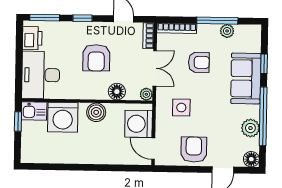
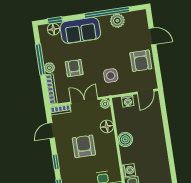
plant: (227, 31) -> (49, 68), moved
armchair: (96, 58) -> (84, 146), turned -90
window: (264, 64) -> (55, 20), moved
washing machine: (63, 117) -> (129, 170), width x0.53, depth x0.53
washing machine: (139, 124) -> (128, 101), width x0.53, depth x0.53
armchair: (194, 150) -> (141, 61), turned -90
floor lamp: (251, 159) -> (53, 29), moved

